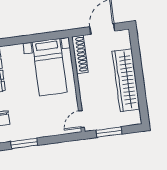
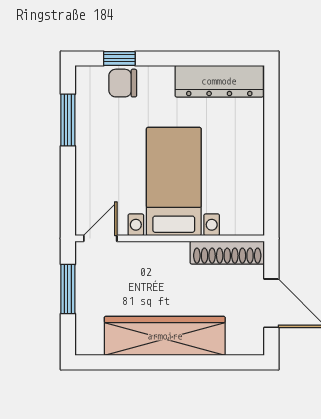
bed with nightstands: (50, 67) -> (174, 181), moved, turned 90
door: (81, 119) -> (100, 238), hinge flipped

